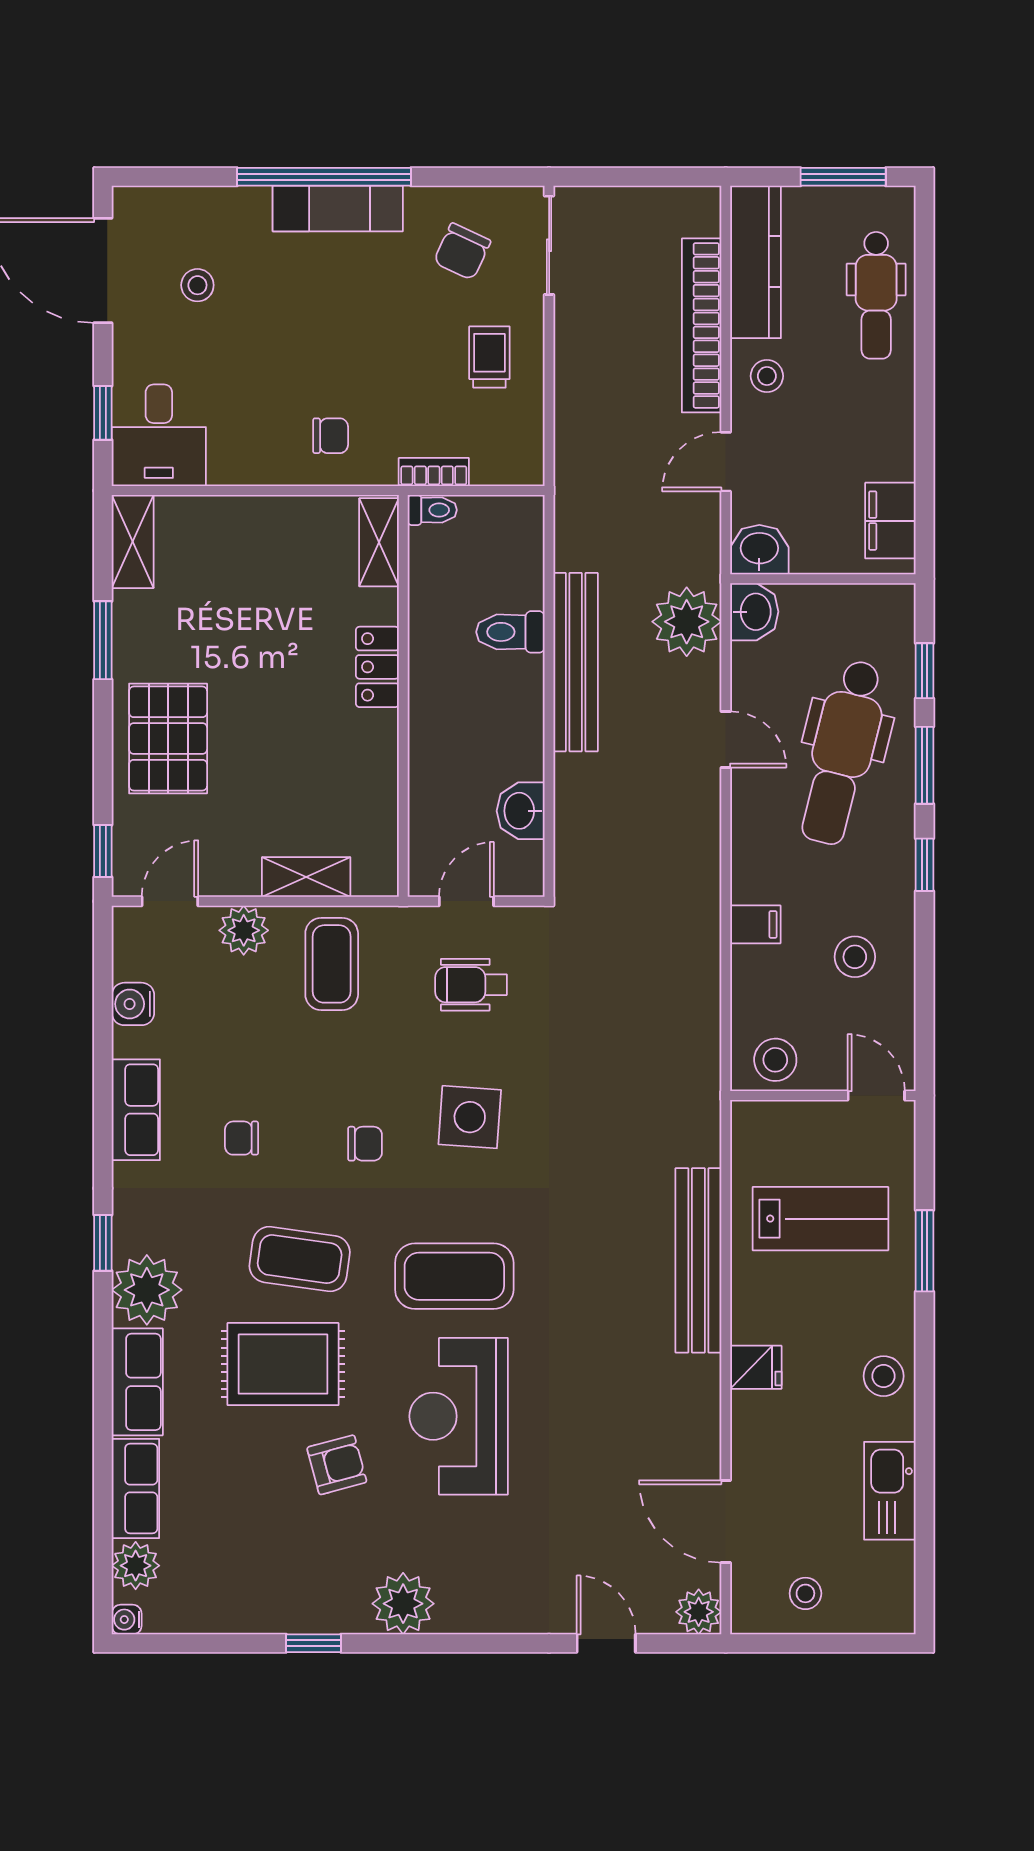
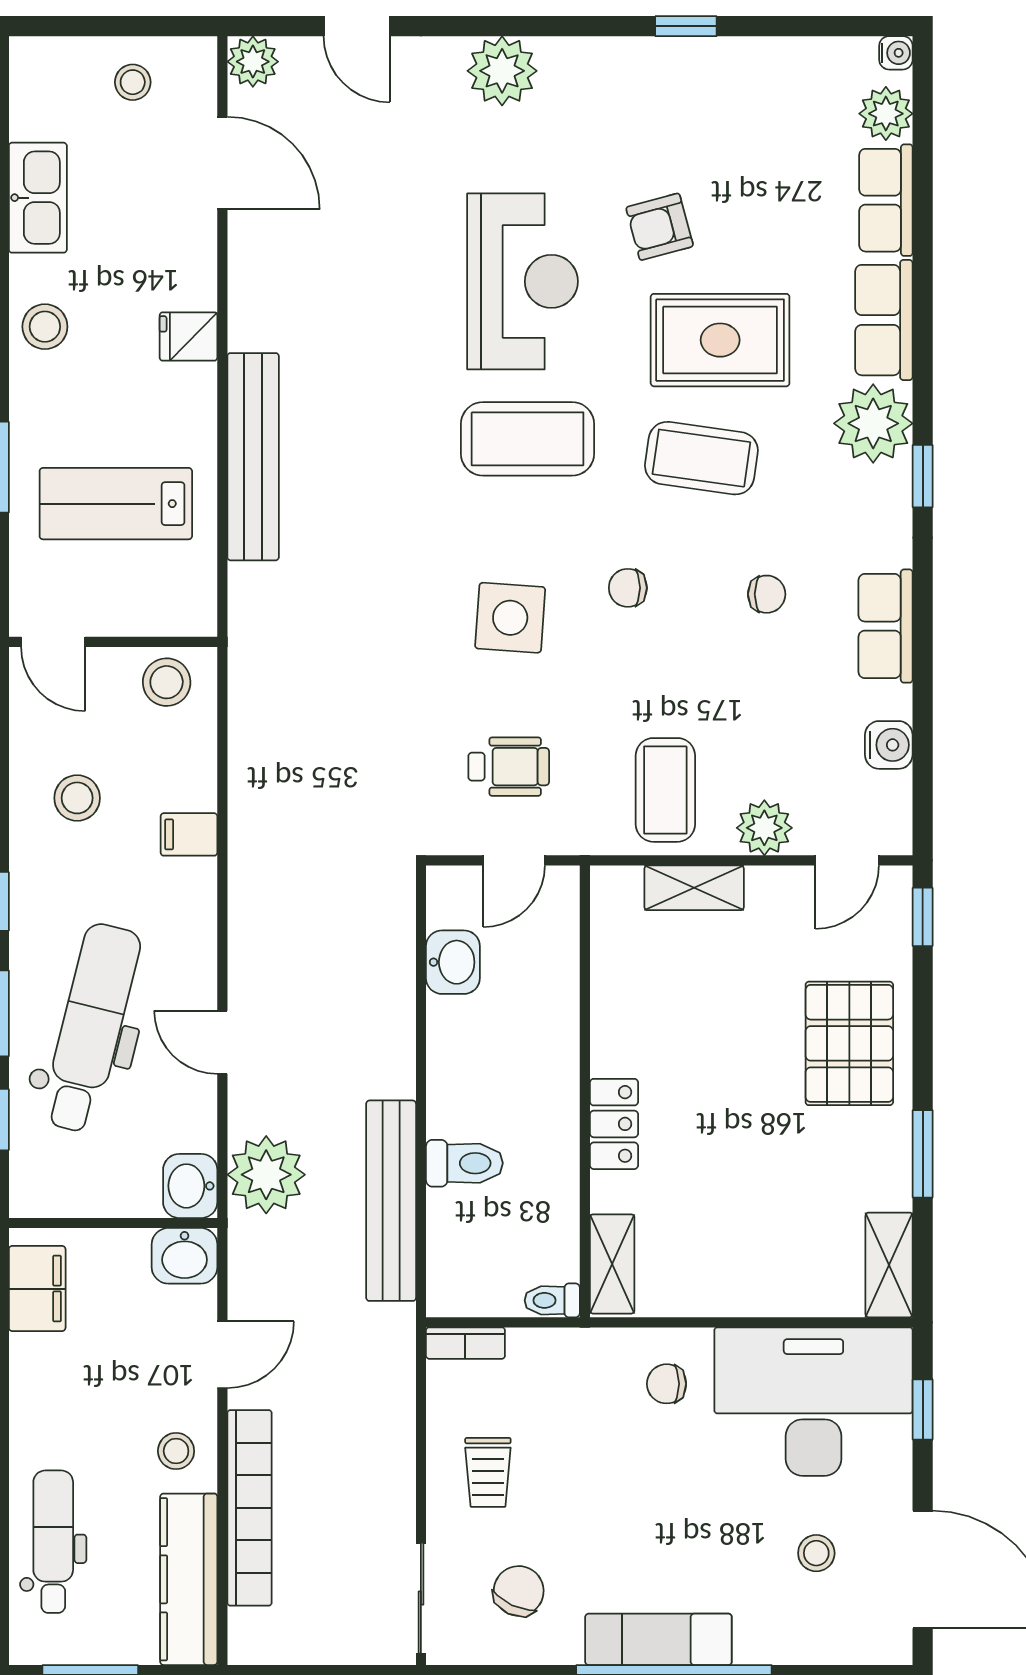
desk: (159, 435) -> (813, 1402), width x1.87, depth x1.30
bookcase: (434, 472) -> (465, 1343), moved
bench: (576, 662) -> (391, 1201), moved
plant: (403, 1604) -> (502, 71), moved

